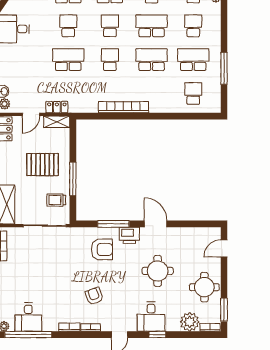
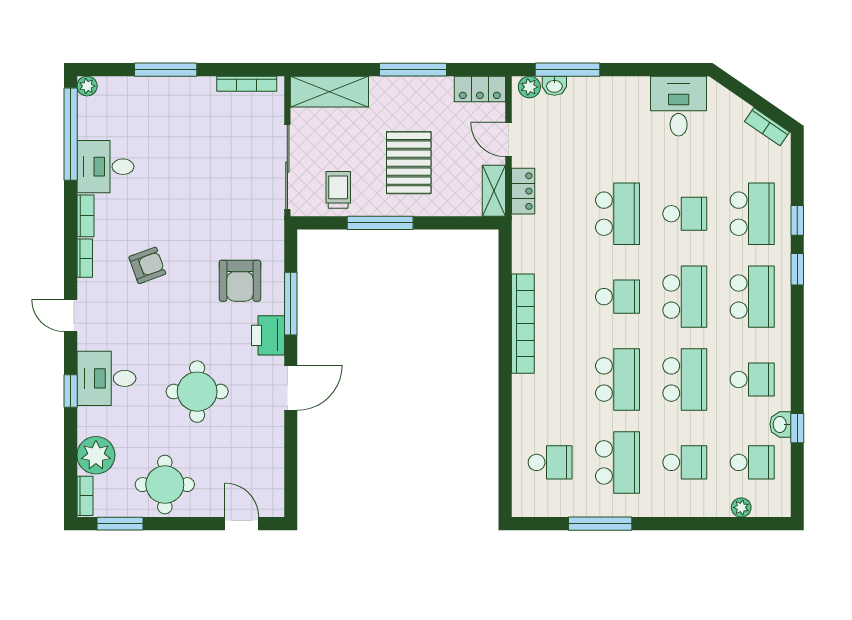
school desk: (110, 26) -> (685, 297), width x1.85
desk: (28, 317) -> (105, 167), moved

